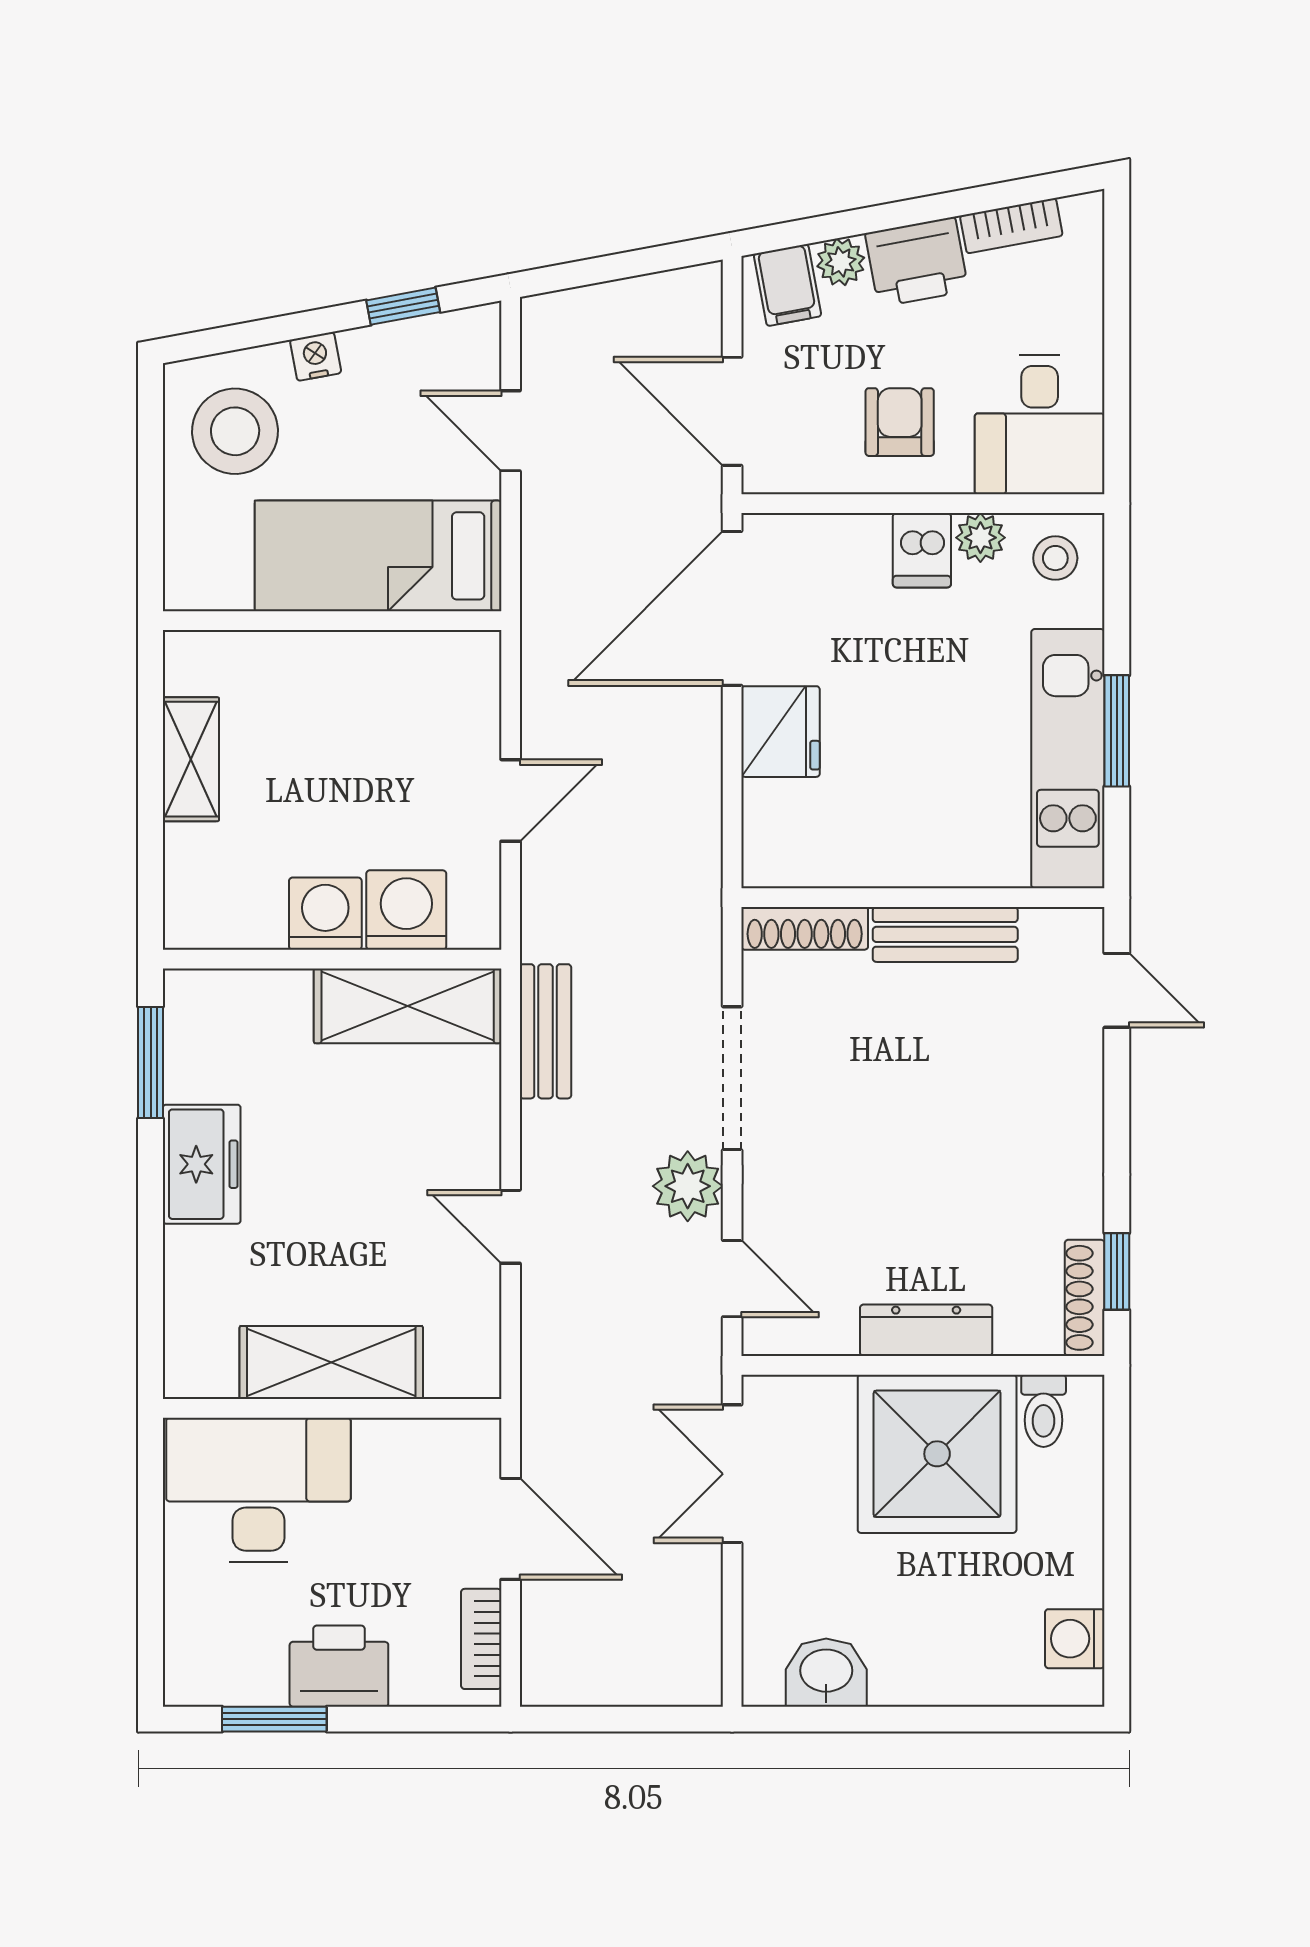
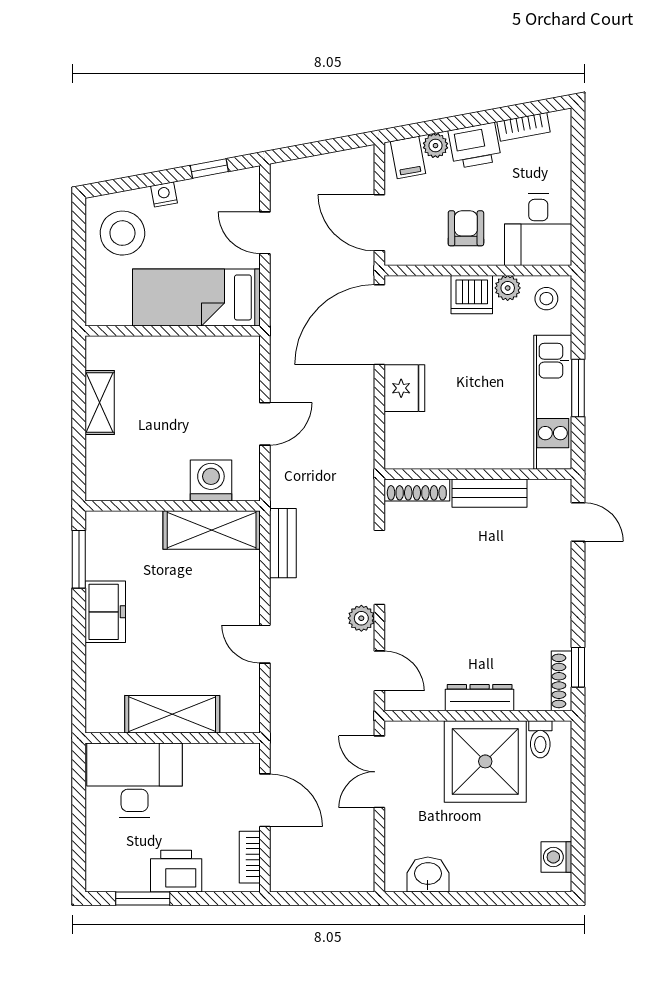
dishwasher: (922, 550) -> (472, 295), width x1.38
washing machine: (325, 914) -> (169, 482), removed
plant: (688, 1186) -> (361, 618), width x0.73, depth x0.73

